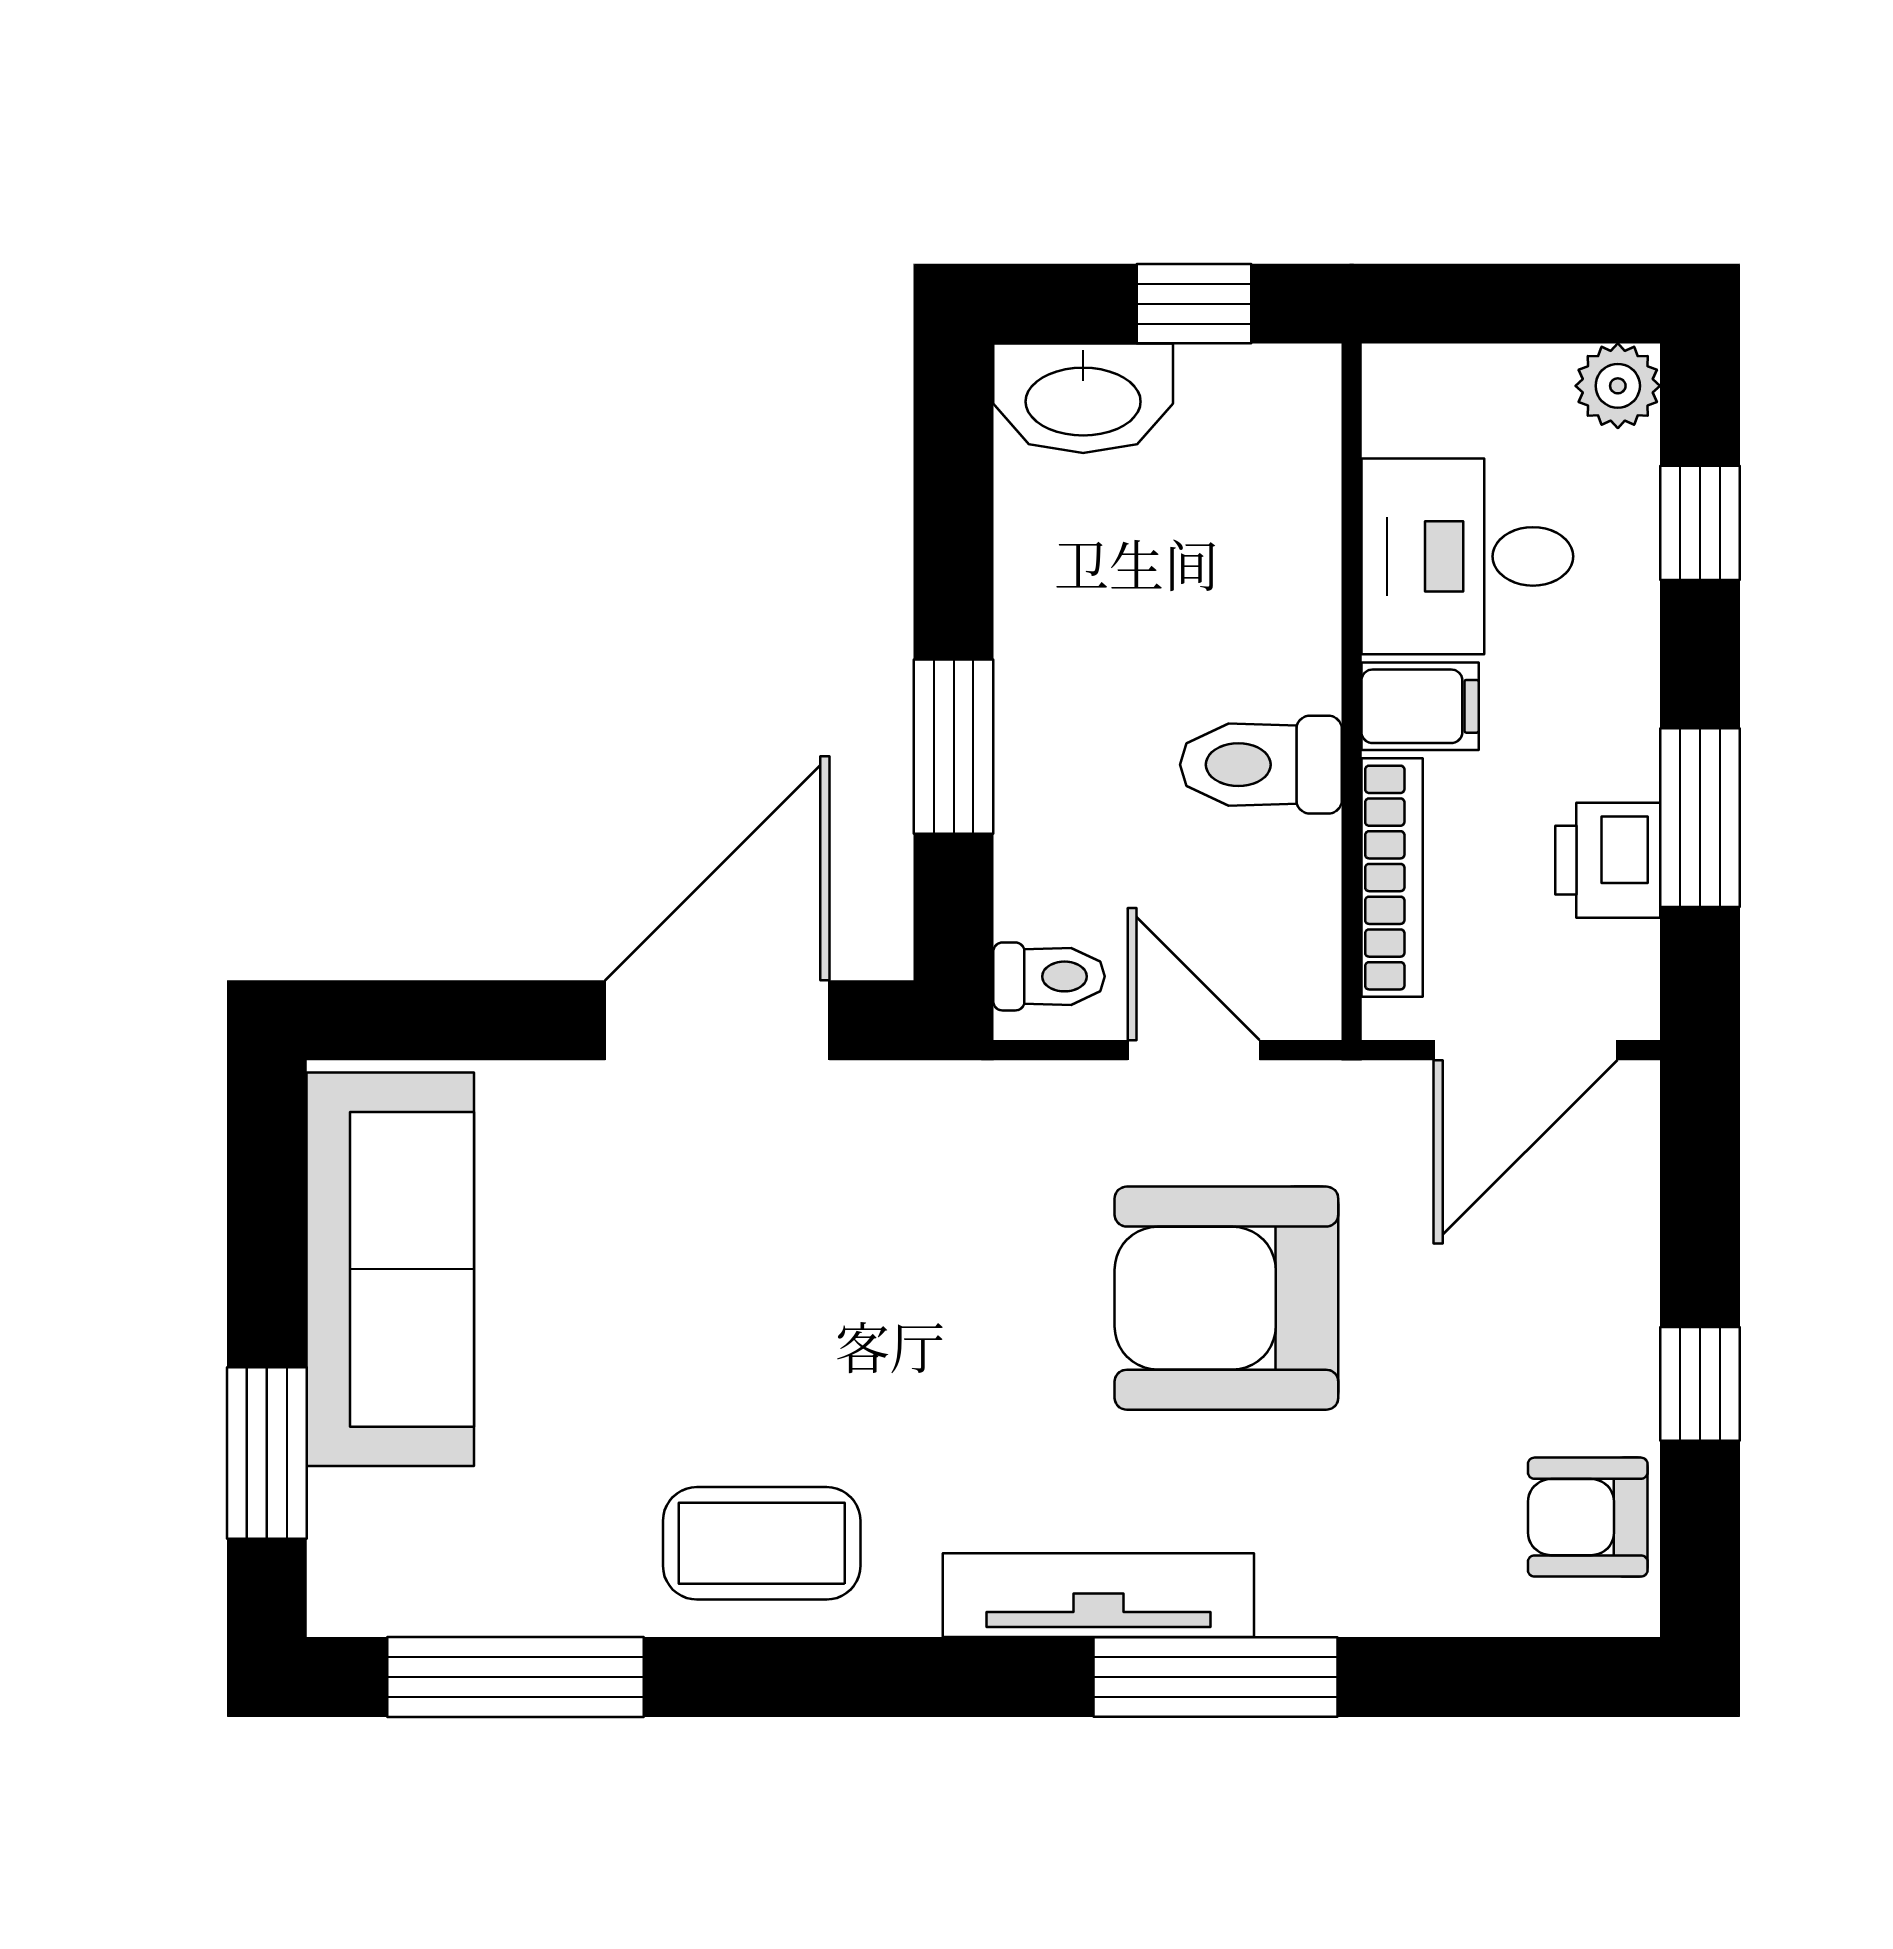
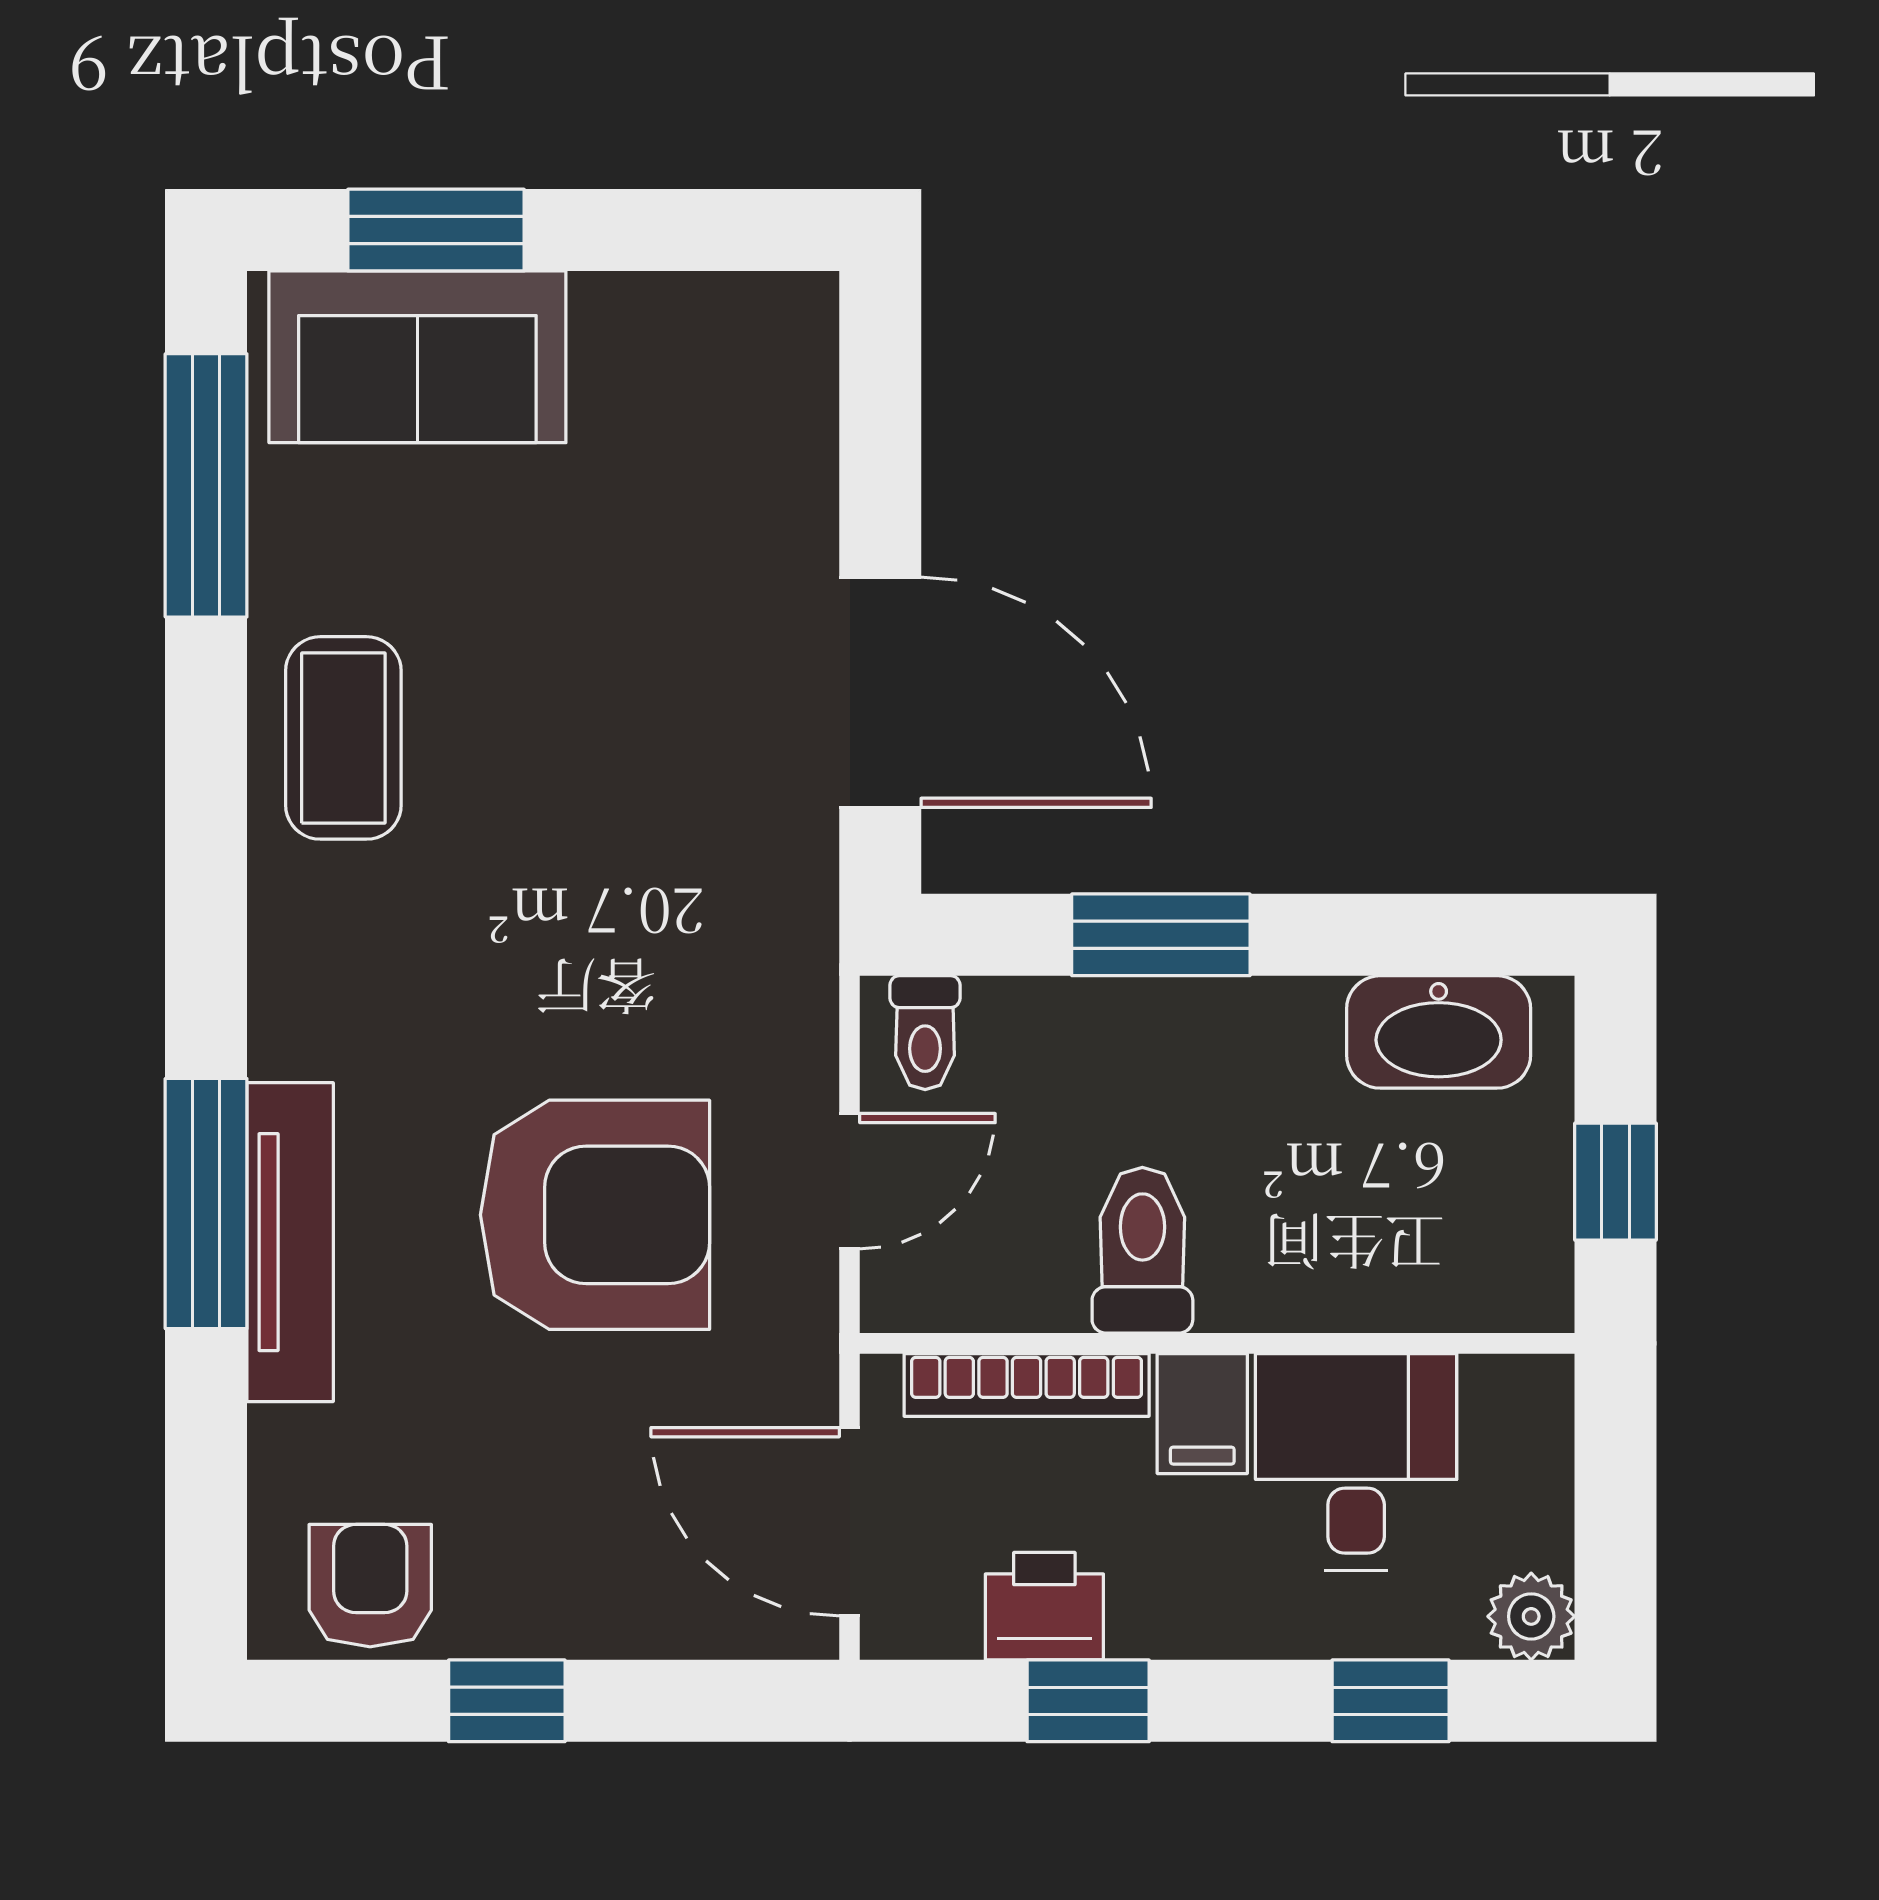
washbasin: (1083, 398) -> (1439, 1032), moved, turned -90
window: (1700, 818) -> (1088, 1701), width x0.67
sofa: (390, 1269) -> (417, 357), moved, width x0.73
armchair: (1226, 1298) -> (595, 1215), turned 90
tv unit: (1098, 1595) -> (290, 1242), moved

